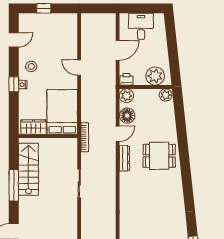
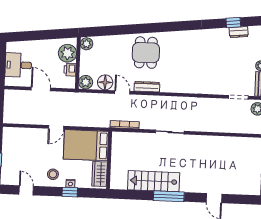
printer: (126, 79) -> (70, 70), moved
bed: (62, 112) -> (86, 145), moved
wardrobe: (34, 127) -> (100, 174), moved
wall: (48, 136) -> (109, 160), moved

